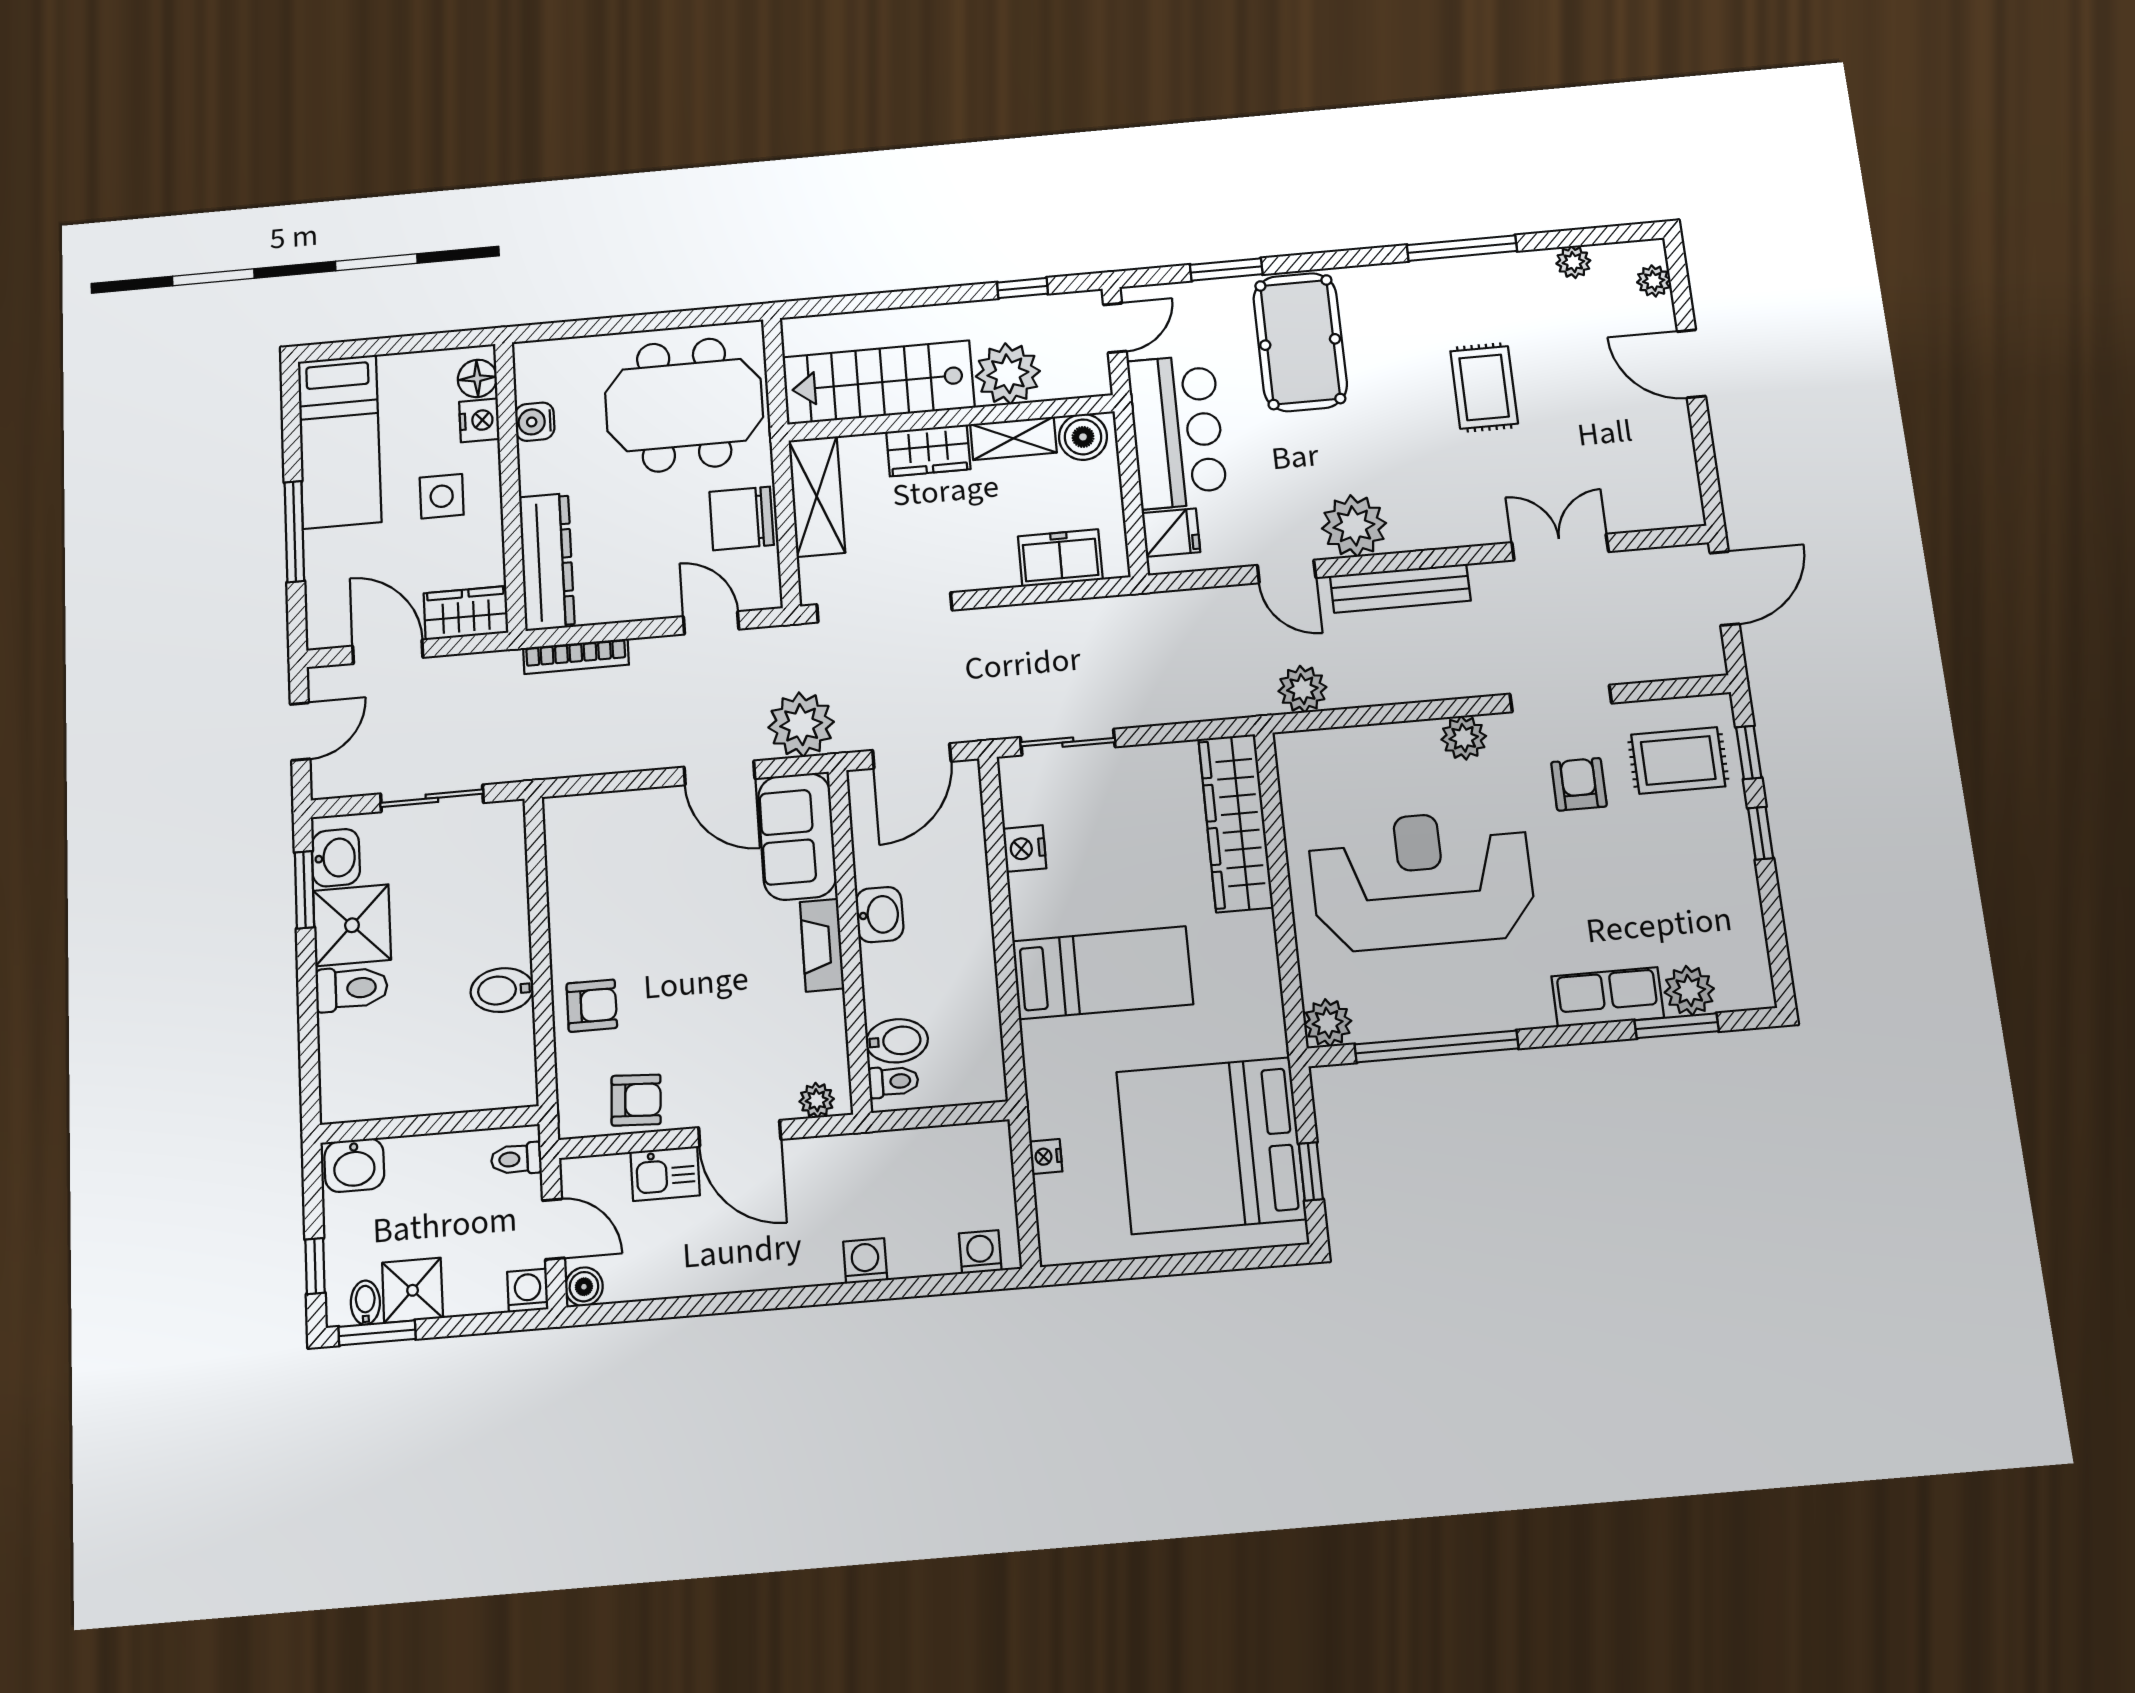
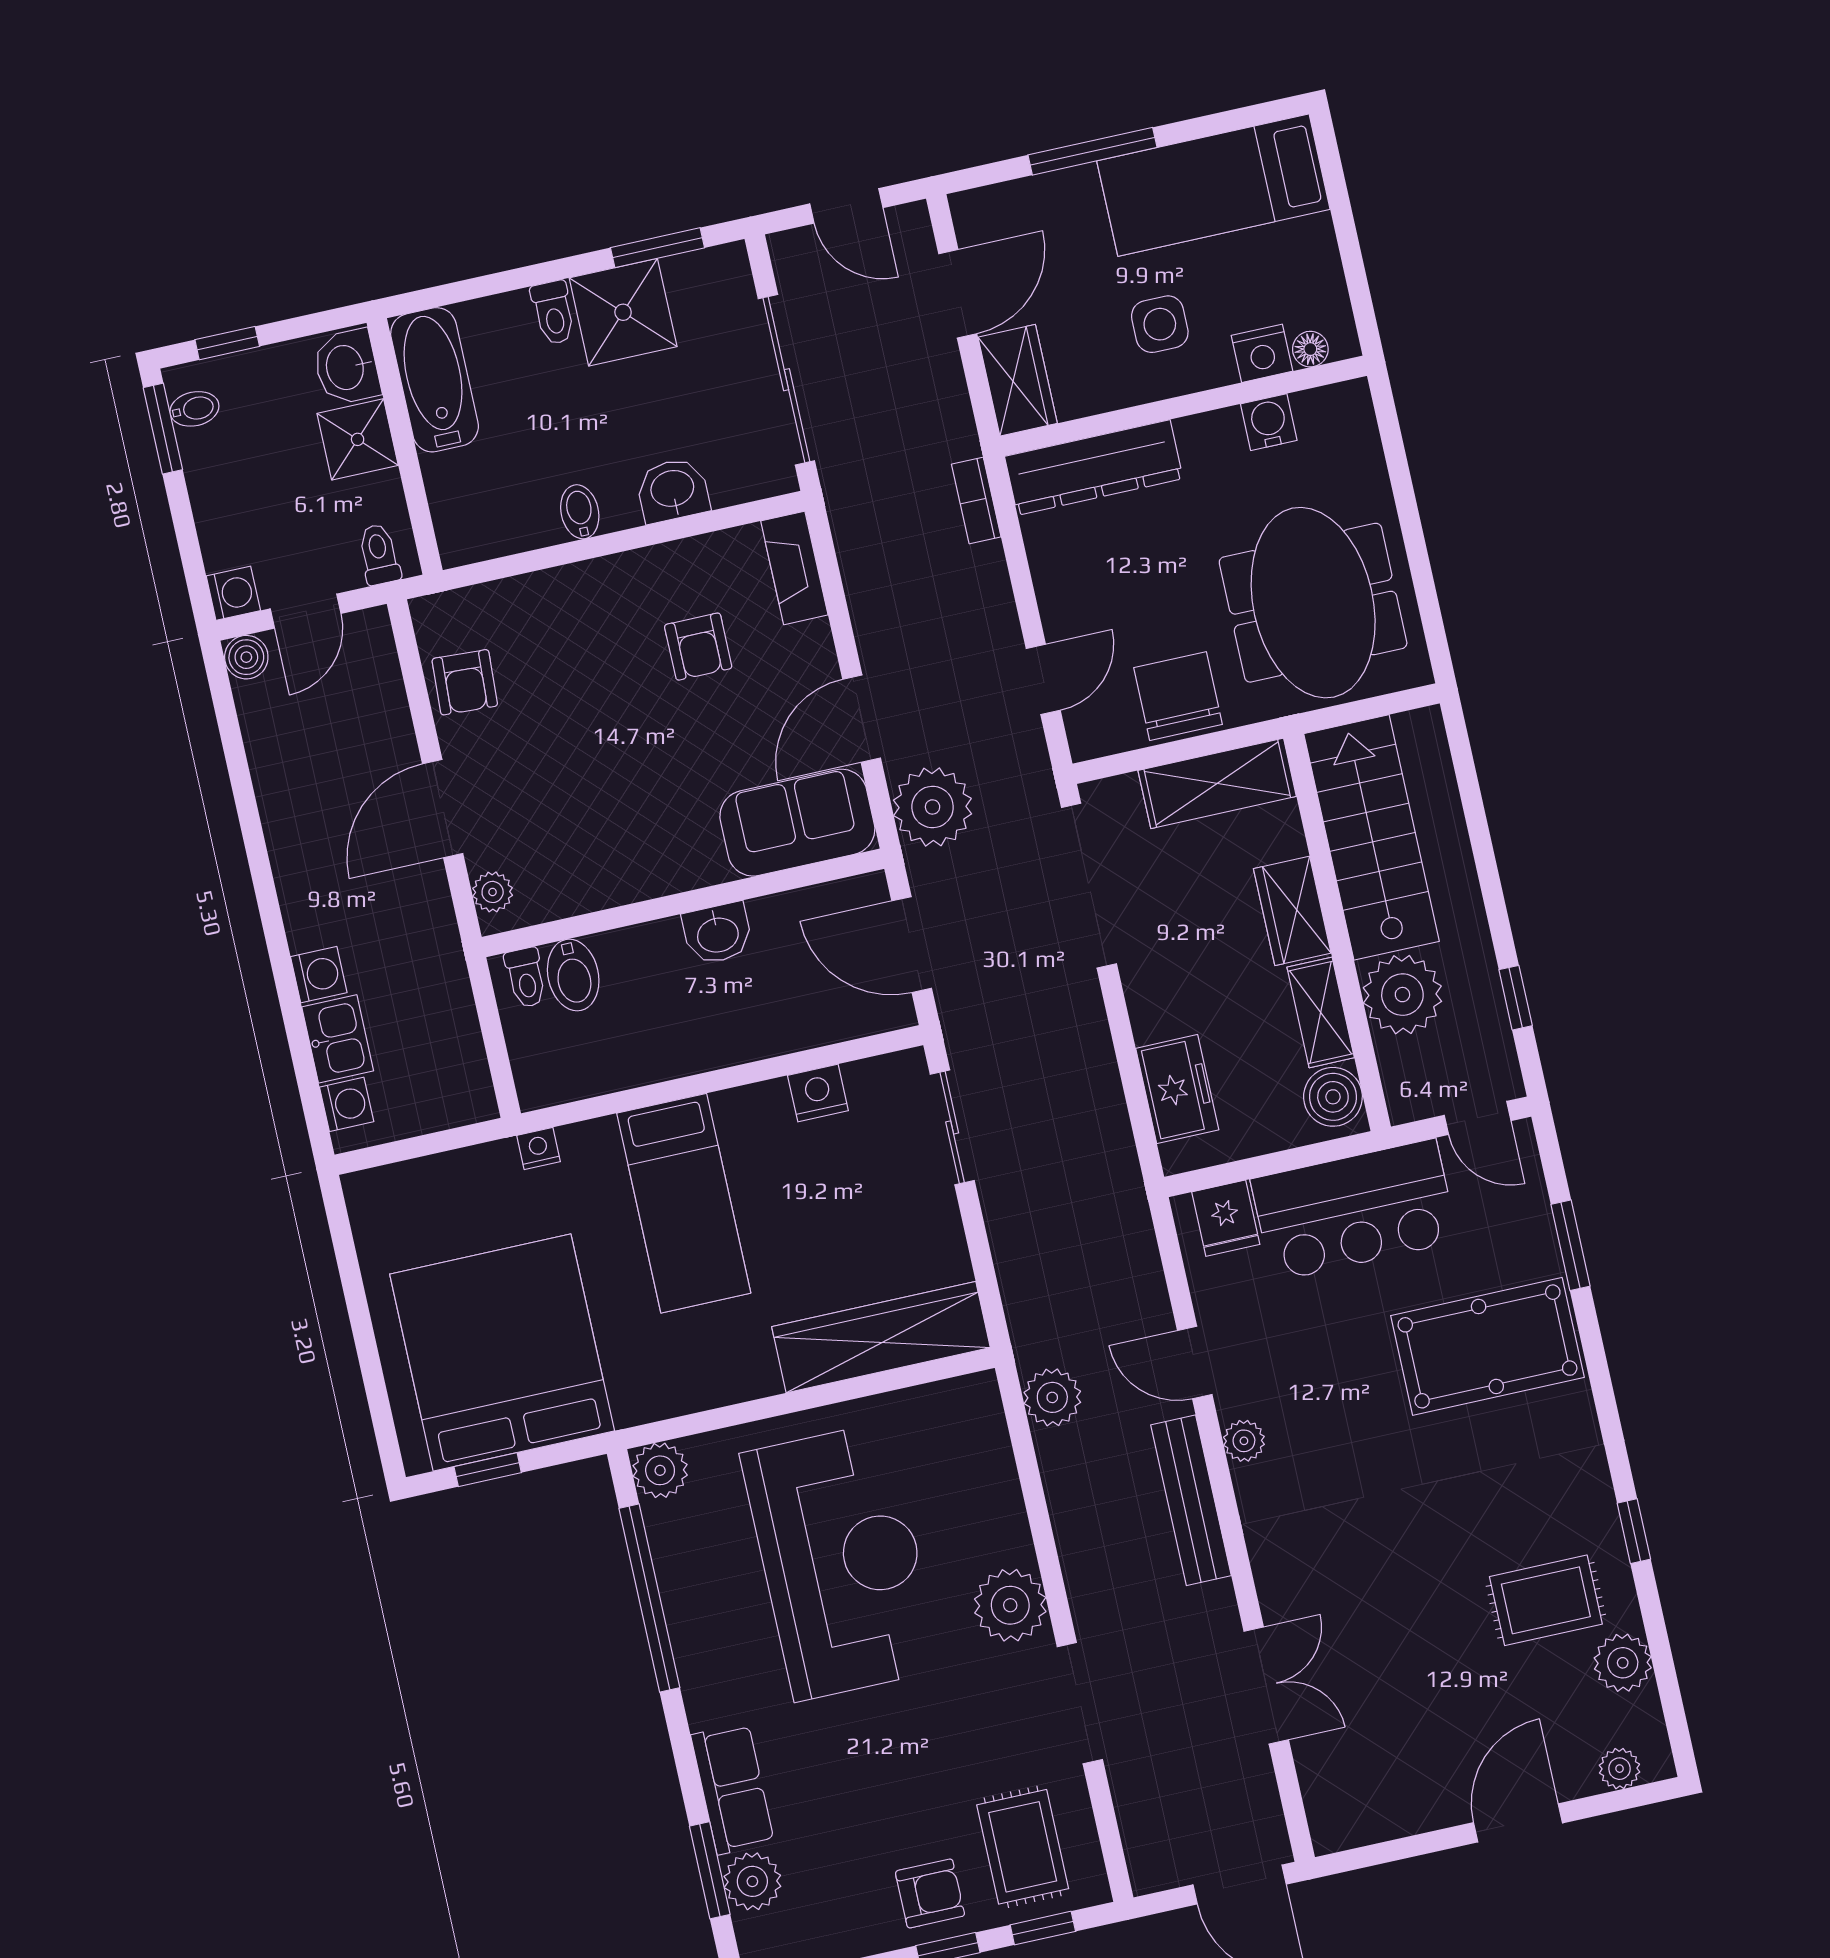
window: (1462, 248) -> (1634, 1531), width x0.46
plant: (1573, 262) -> (1623, 1663), width x1.38, depth x1.38
floor lamp: (477, 378) -> (1310, 349), width x0.73, depth x0.73
rug: (1484, 387) -> (1546, 1600), moved
plant: (1354, 526) -> (1244, 1441), width x0.53, depth x0.53
door: (1287, 572) -> (1195, 1362), hinge flipped
bookcase: (576, 656) -> (976, 500), width x0.64
plant: (1464, 738) -> (1010, 1605), width x1.36, depth x1.36
armchair: (1579, 784) -> (930, 1893), moved
sliding door: (432, 798) -> (786, 380), width x1.37
washbasin: (336, 858) -> (673, 490), moved, turned 180
fireplace: (822, 945) -> (794, 568), moved, turned -90
toilet: (352, 988) -> (553, 313), width x0.73, depth x0.72
bidet: (502, 990) -> (580, 512), width x0.72, depth x0.74
armchair: (592, 1006) -> (698, 647), moved
bathtub: (379, 1091) -> (435, 380), added
nightstand: (1046, 1157) -> (539, 1149), moved
kitchen sink: (665, 1174) -> (338, 1039), moved, turned 180
shower: (413, 1290) -> (358, 439), moved

